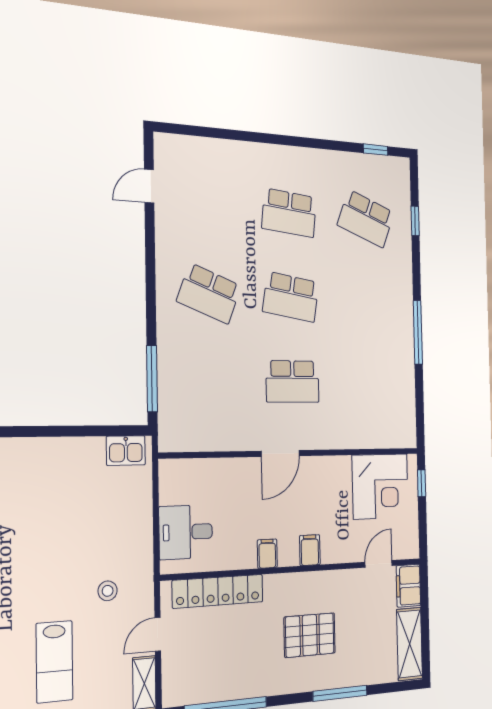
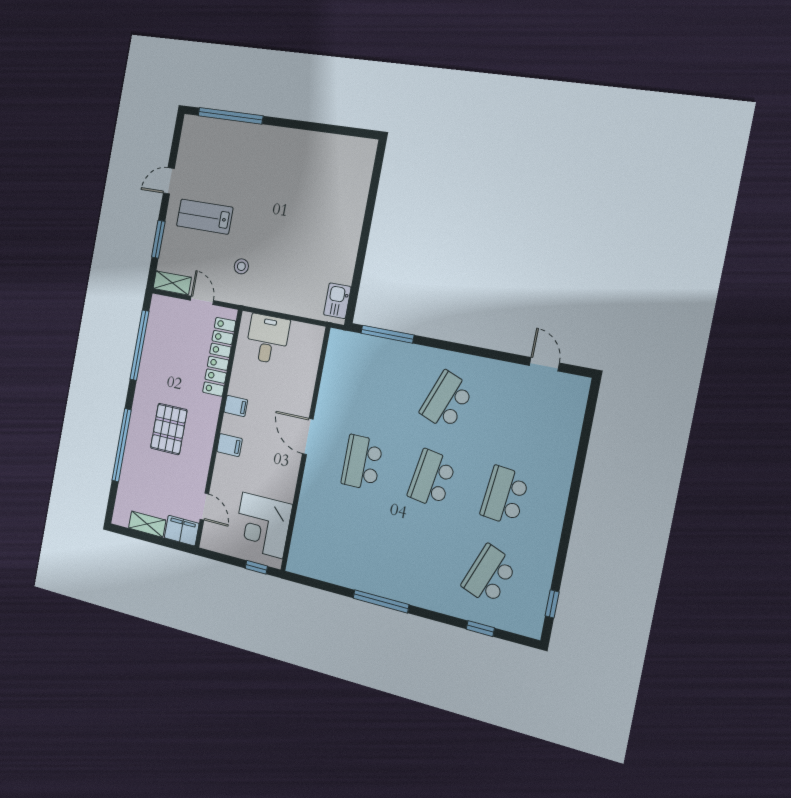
shelving: (410, 644) -> (147, 524), width x0.67, depth x0.75
window: (340, 693) -> (122, 445), width x1.46

